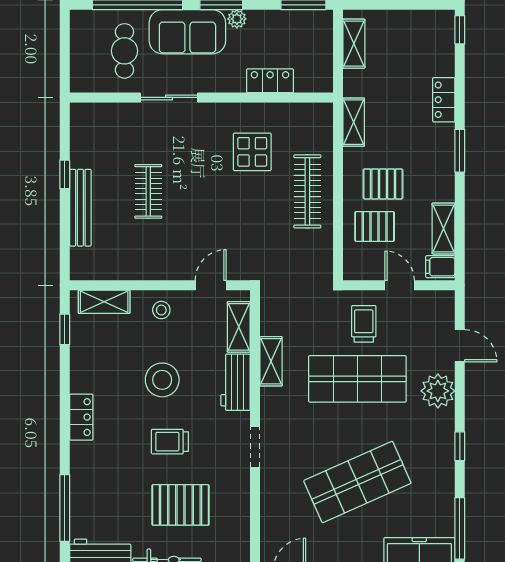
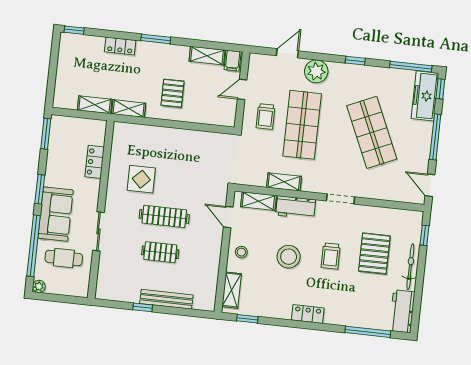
plant: (237, 19) -> (39, 286), moved
shelving: (354, 44) -> (95, 105), moved
clothes rail: (307, 191) -> (164, 216), moved
pallet: (375, 226) -> (201, 102), removed
trolley: (364, 324) -> (266, 117), turned -90

